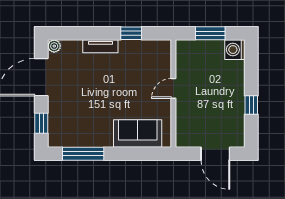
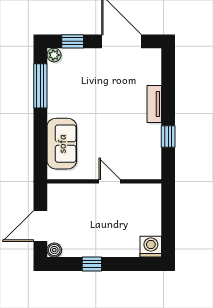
window: (210, 33) -> (168, 221), removed
plant: (54, 46) -> (54, 55), moved
boiler: (238, 141) -> (54, 250), added

